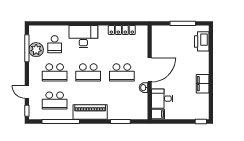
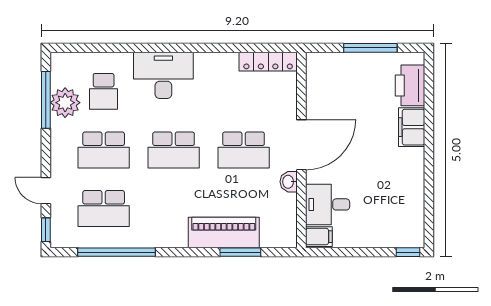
locker: (122, 30) -> (268, 62), moved
filing cabinet: (203, 84) -> (412, 127), moved
piano: (90, 112) -> (224, 232), moved

